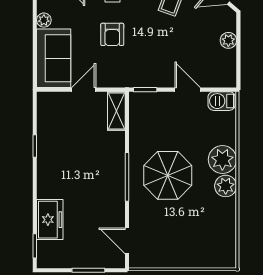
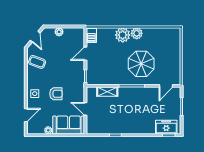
shelving: (116, 111) -> (107, 92), moved
parasol: (168, 175) -> (141, 64), moved
freezer: (50, 220) -> (166, 127), moved

